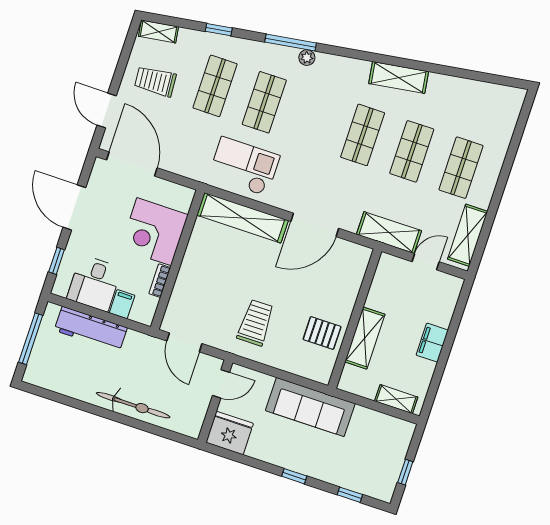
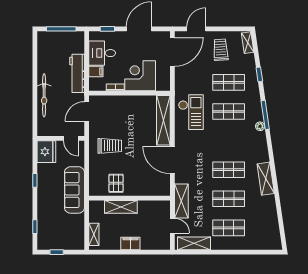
workbench: (91, 329) -> (77, 73), moved
window: (294, 476) -> (35, 180), moved

